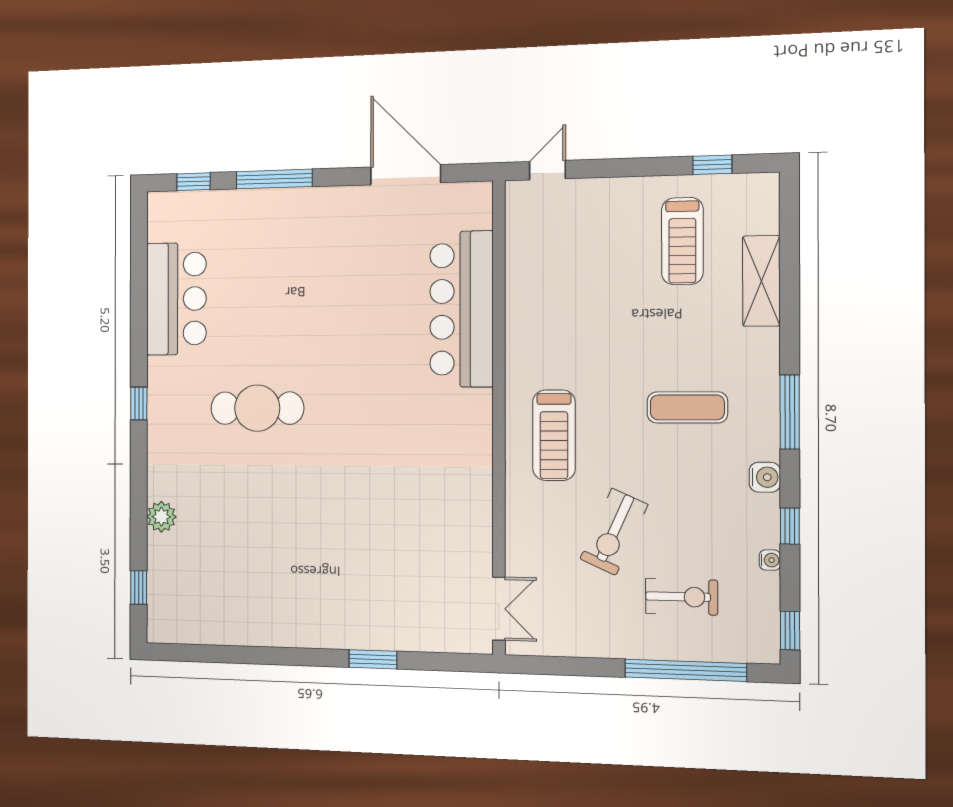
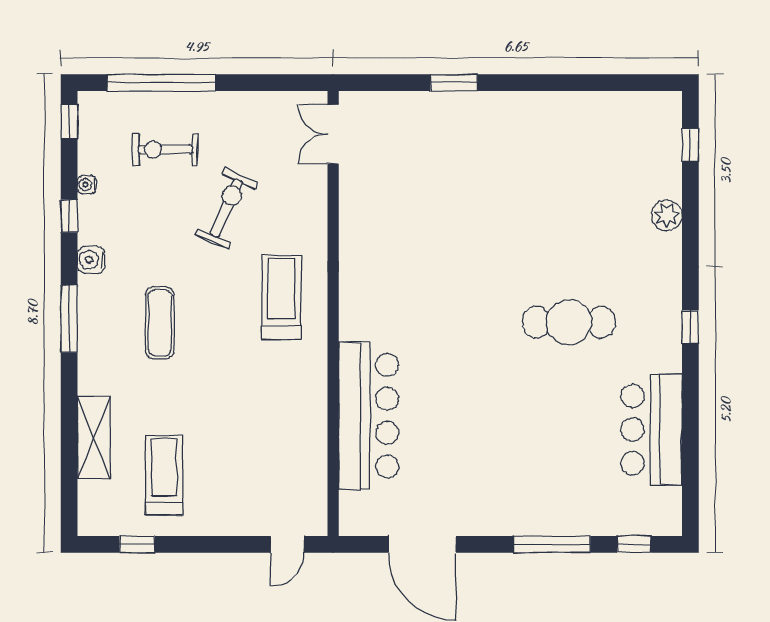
exercise mat: (687, 407) -> (160, 323), turned 90

